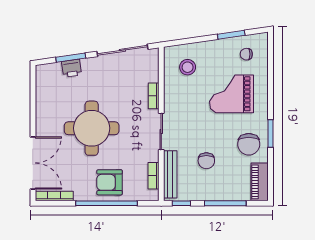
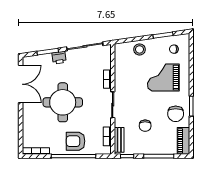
stool: (188, 67) -> (140, 49), moved
printer: (72, 68) -> (59, 58), moved
double door: (33, 163) -> (21, 84), moved
bench: (170, 174) -> (119, 140), width x0.73

